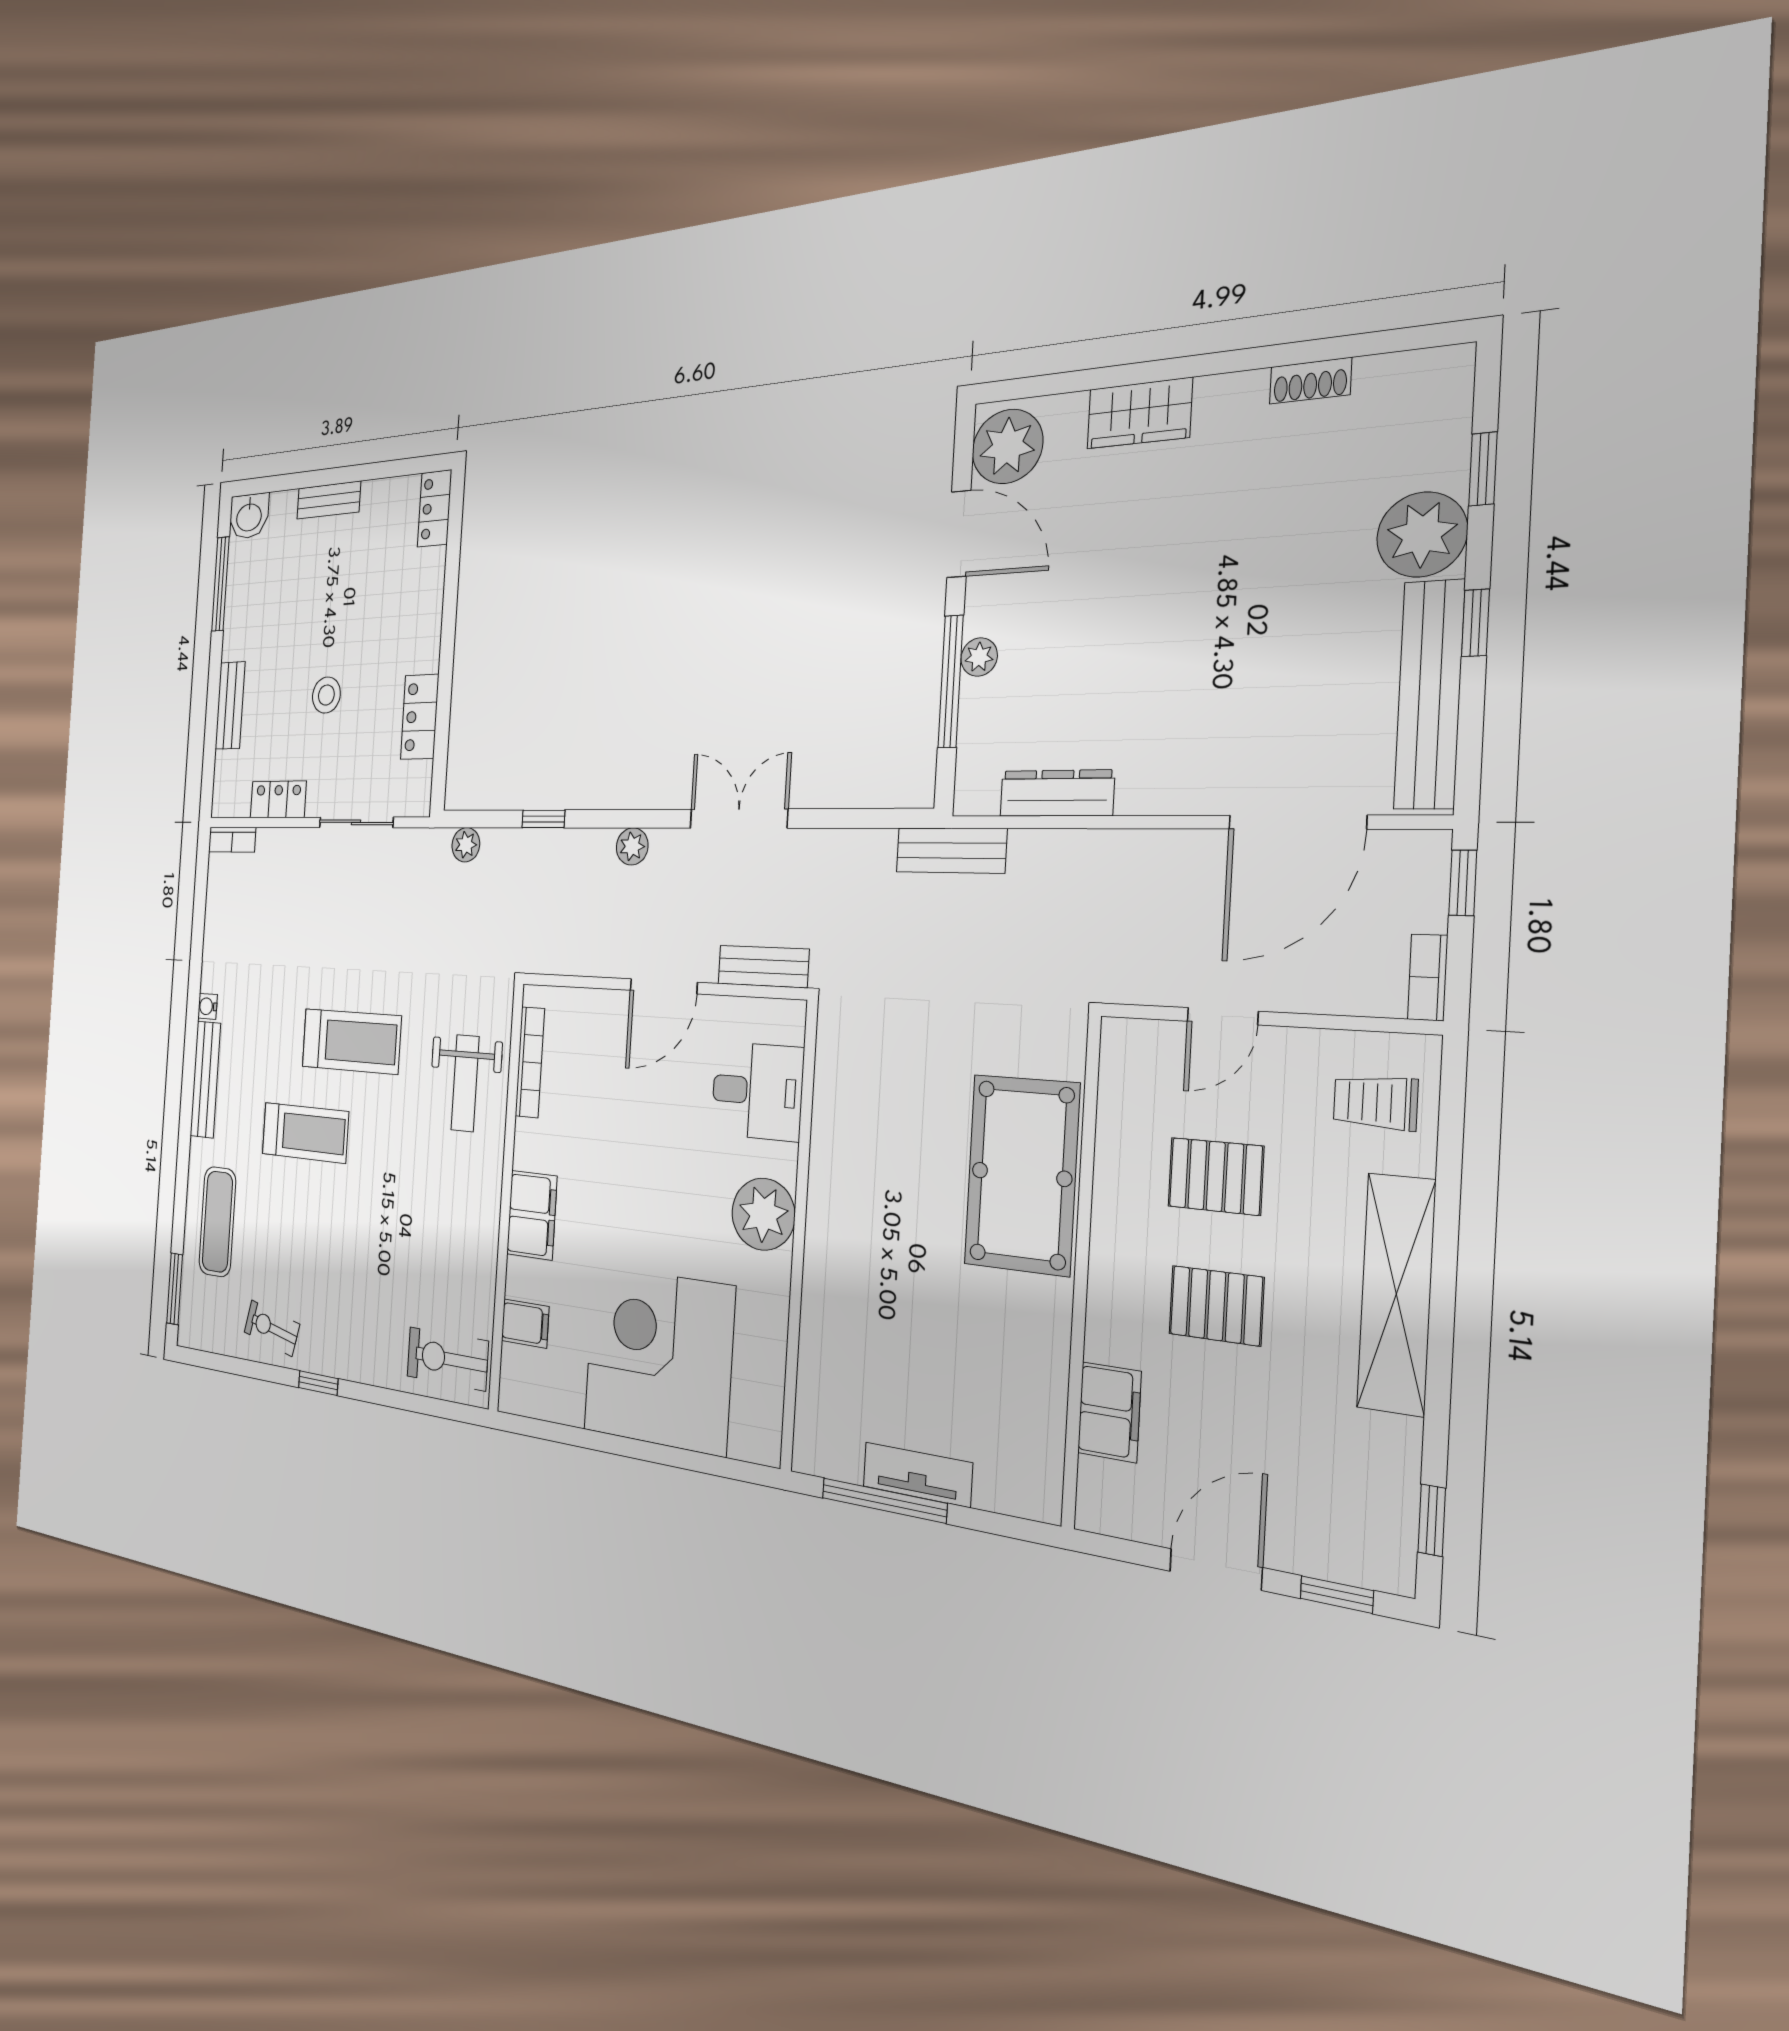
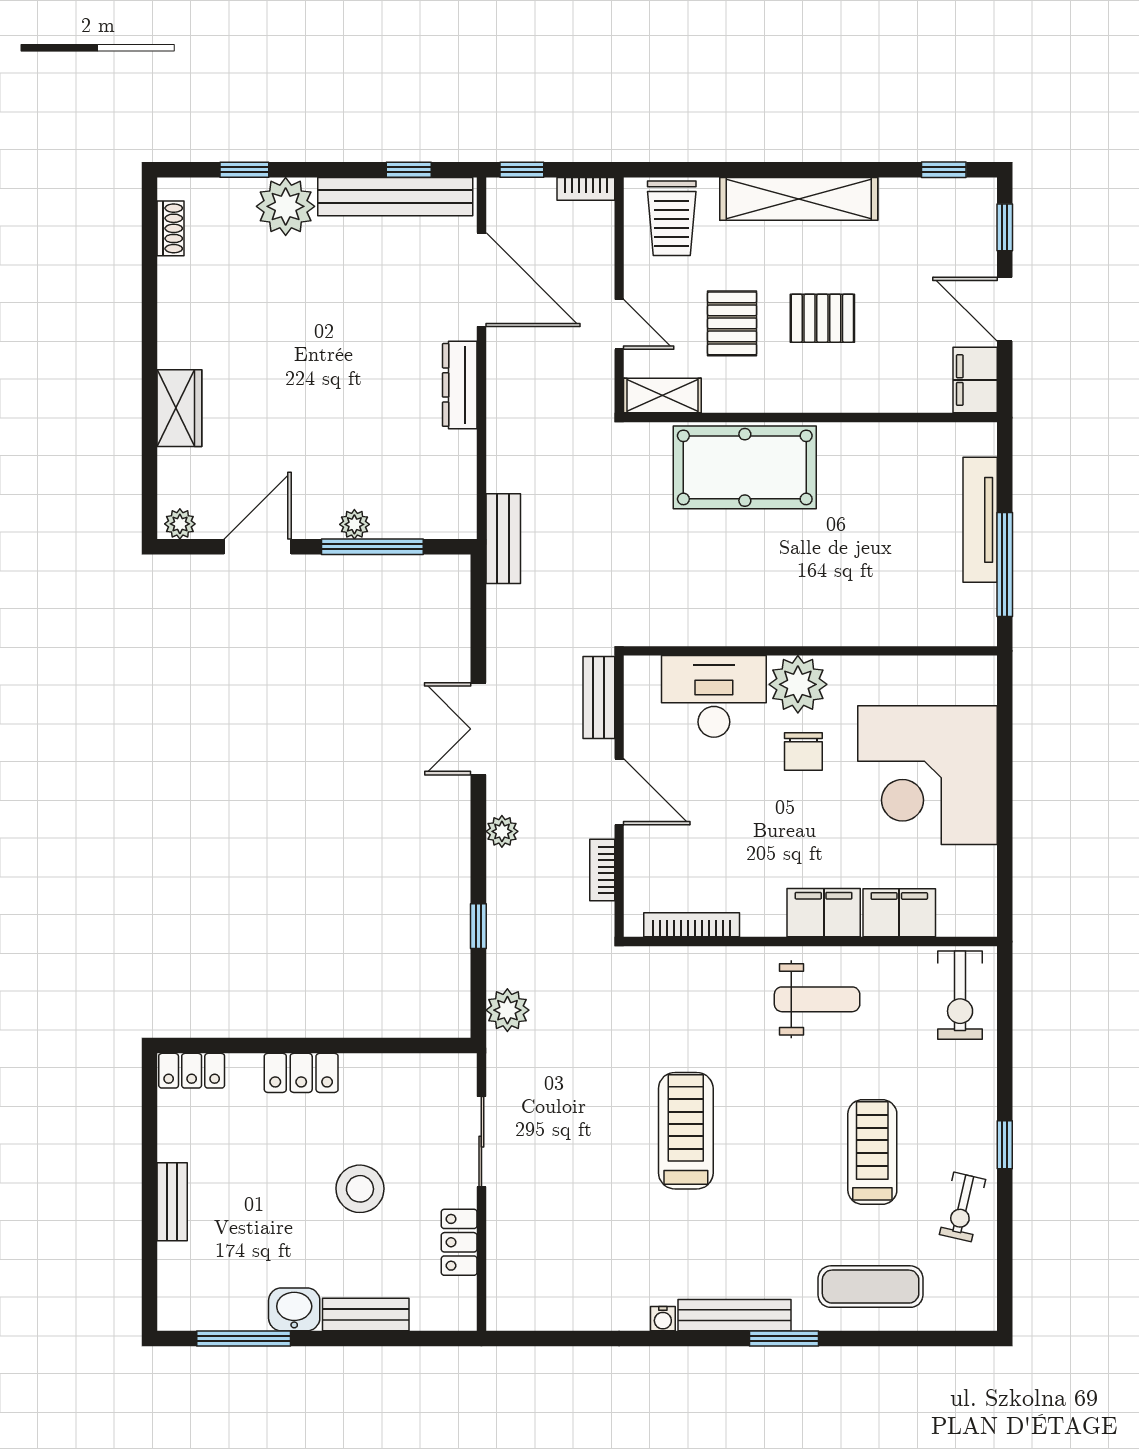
shoe rack: (1310, 381) -> (170, 228), moved
plant: (1007, 446) -> (180, 524), width x0.53, depth x0.53
washbasin: (249, 516) -> (294, 1309), moved, turned -90
window: (1475, 623) -> (409, 170), moved
stool: (326, 695) -> (360, 1189), width x1.38, depth x1.38
locker: (420, 717) -> (301, 1073), moved
dresser: (1057, 793) -> (460, 385), moved
bookcase: (232, 840) -> (602, 870), moved, turned 180
plant: (466, 845) -> (507, 1010), width x1.38, depth x1.38
shelving: (1121, 1071) -> (662, 396), added
weight bench: (465, 1083) -> (817, 999), moved
desk: (757, 1091) -> (714, 696), width x1.37
trolley: (1375, 1102) -> (672, 218), width x1.36, depth x1.39
treadmill: (305, 1133) -> (872, 1152), moved
chair: (692, 1212) -> (803, 751), added
window: (175, 1289) -> (784, 1339), moved
pallet: (1216, 1306) -> (822, 318), turned 90
filing cabinet: (525, 1324) -> (899, 913), width x2.00
filing cabinet: (1109, 1412) -> (975, 380), moved, turned -90
tv unit: (917, 1475) -> (980, 520), width x1.41

